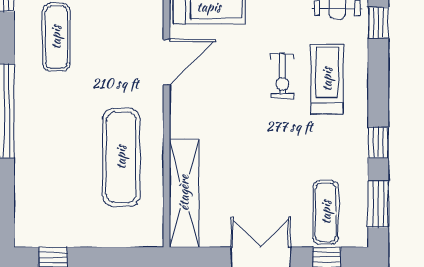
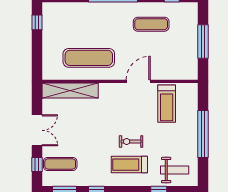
door: (167, 62) -> (138, 81), swing flipped
treadmill: (327, 79) -> (129, 165), turned 180

